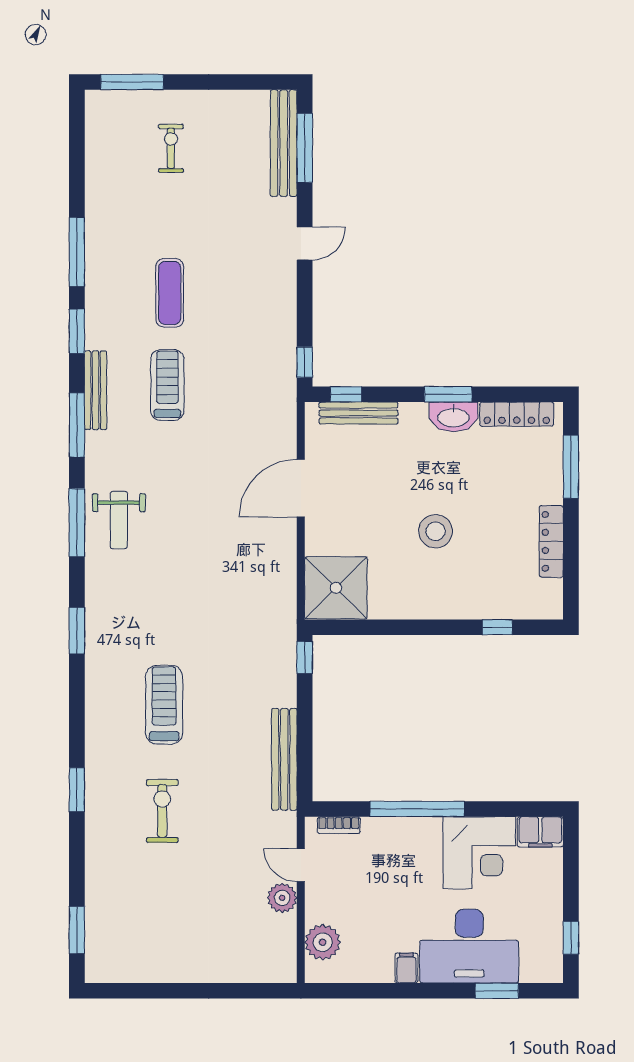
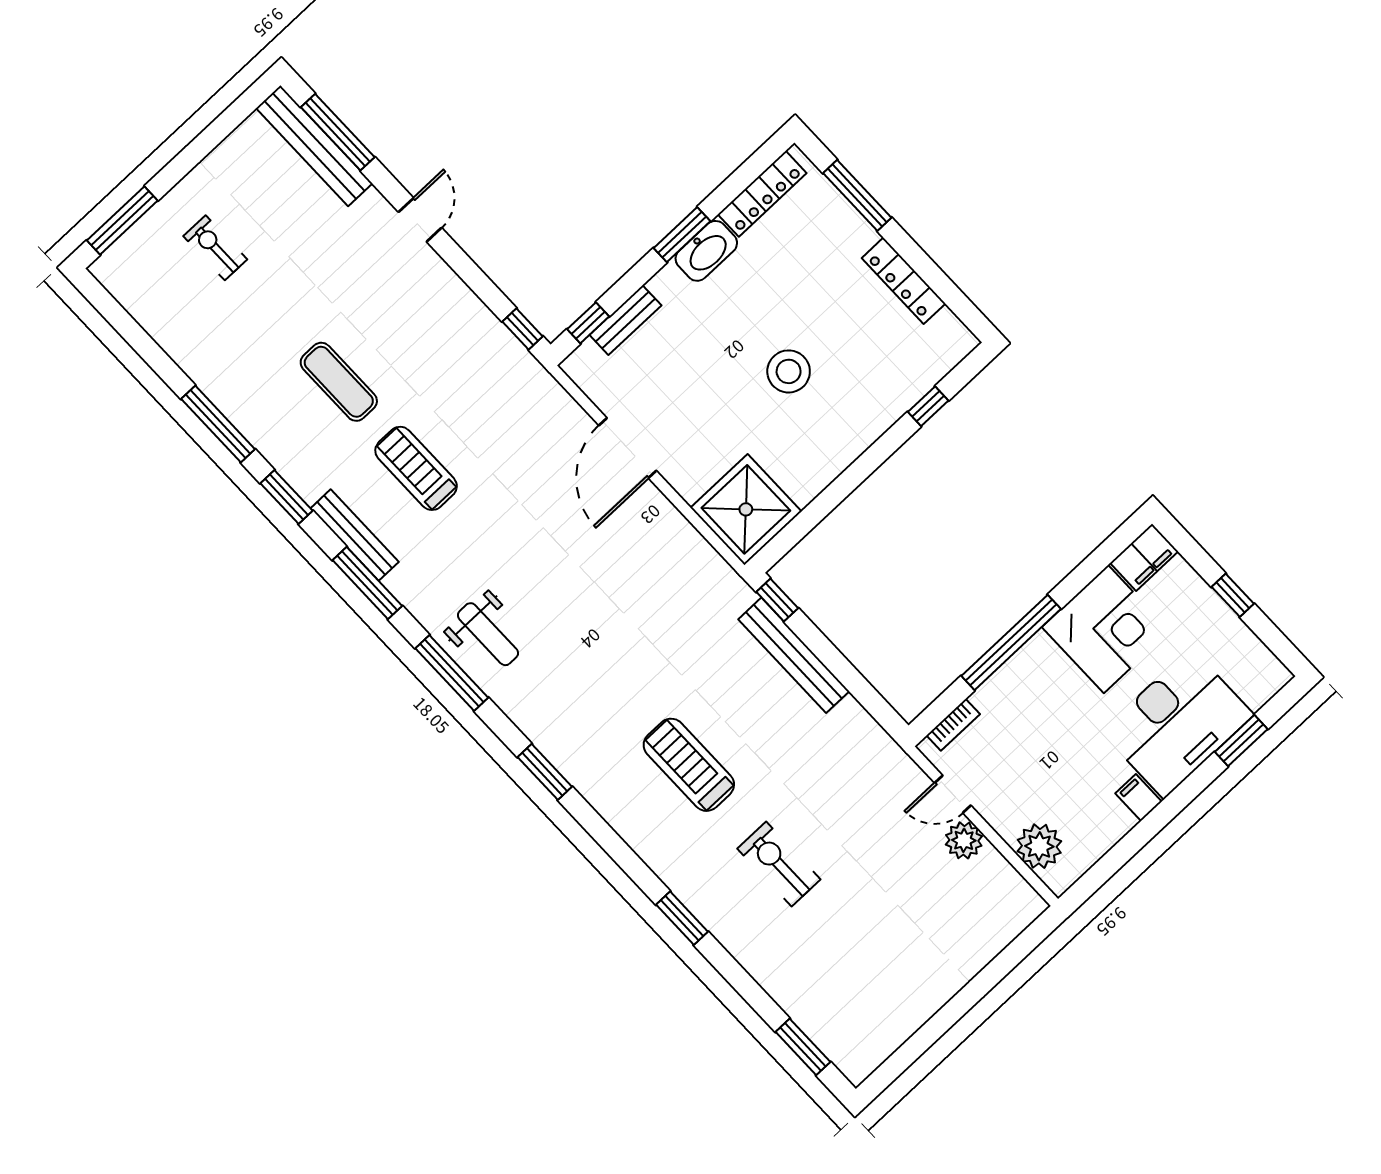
bench: (359, 413) -> (625, 320), width x0.73
bench: (284, 759) -> (794, 655), moved
window: (571, 938) -> (1233, 595), moved

